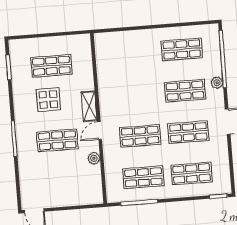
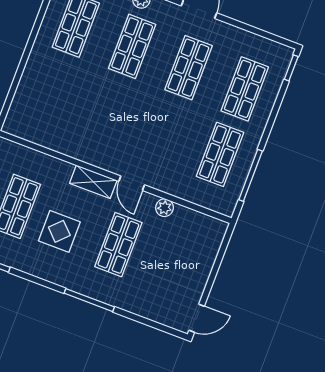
shop shelf: (140, 136) -> (164, 133), removed

